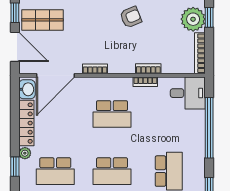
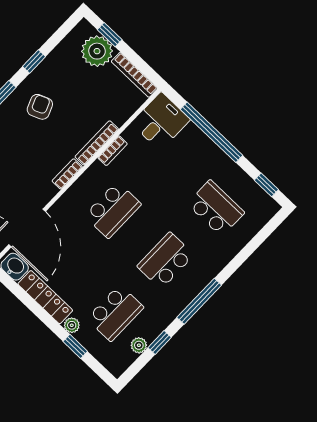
bookcase: (95, 69) -> (67, 174), moved
bookcase: (148, 69) -> (97, 143), width x1.56
school desk: (112, 171) -> (166, 261), turned 180

